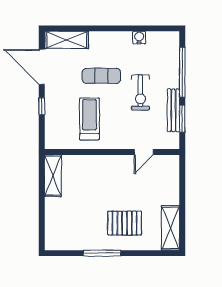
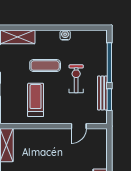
water cooler: (139, 38) -> (65, 35), moved
exercise bike: (140, 93) -> (76, 79), turned 180

